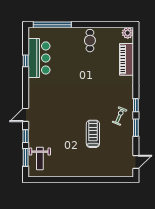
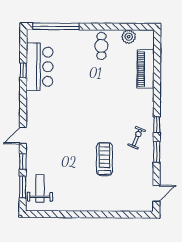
plant: (128, 33) -> (129, 37), moved
weight bench: (40, 158) -> (40, 188), turned 180

